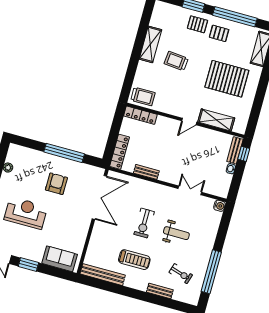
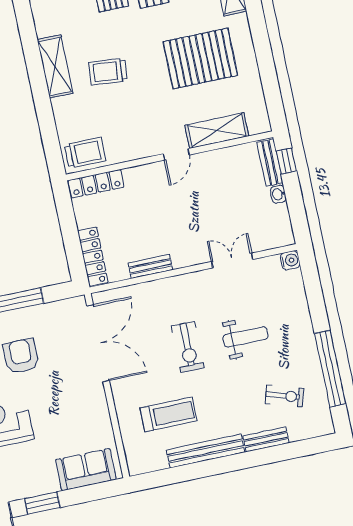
treadmill: (134, 260) -> (169, 414), moved
bench: (103, 275) -> (205, 451), moved

